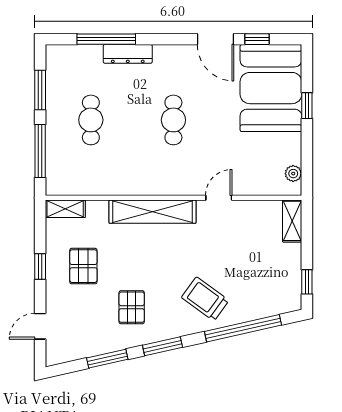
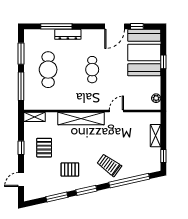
door: (216, 39) -> (115, 26), hinge flipped
cafe table: (91, 120) -> (48, 70), width x1.37, depth x1.35
shelving: (292, 221) -> (155, 136), moved
pallet: (132, 307) -> (70, 170), turned 90

